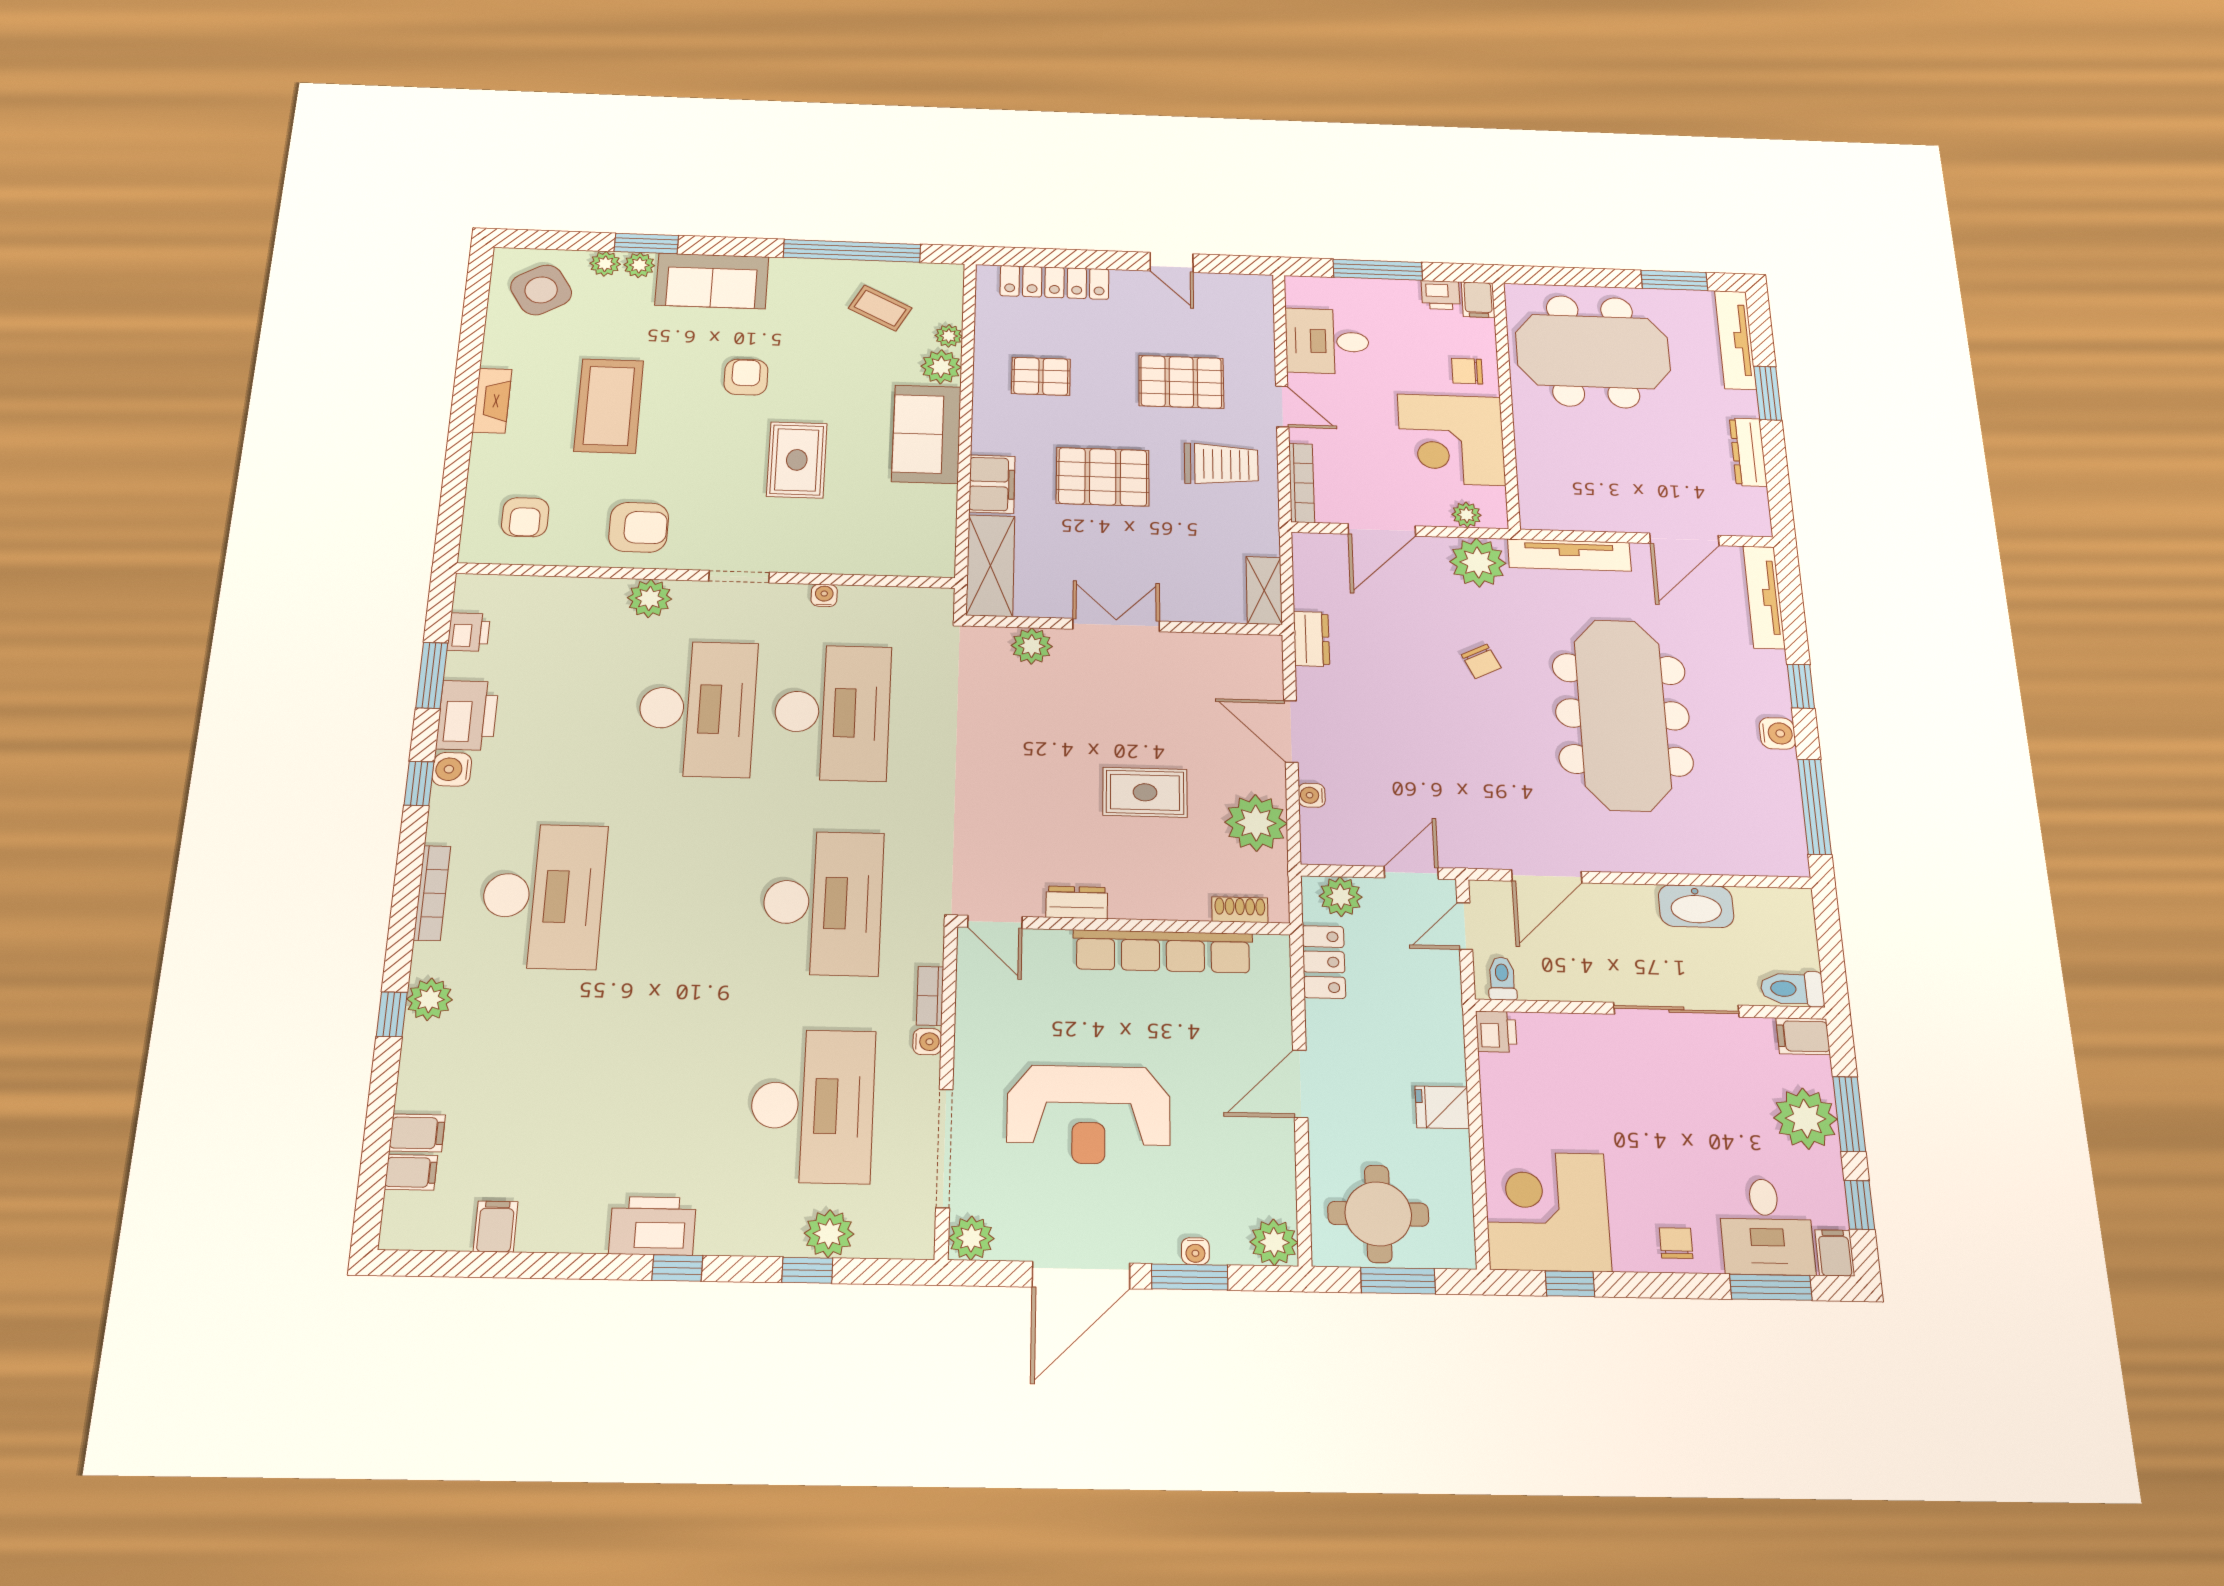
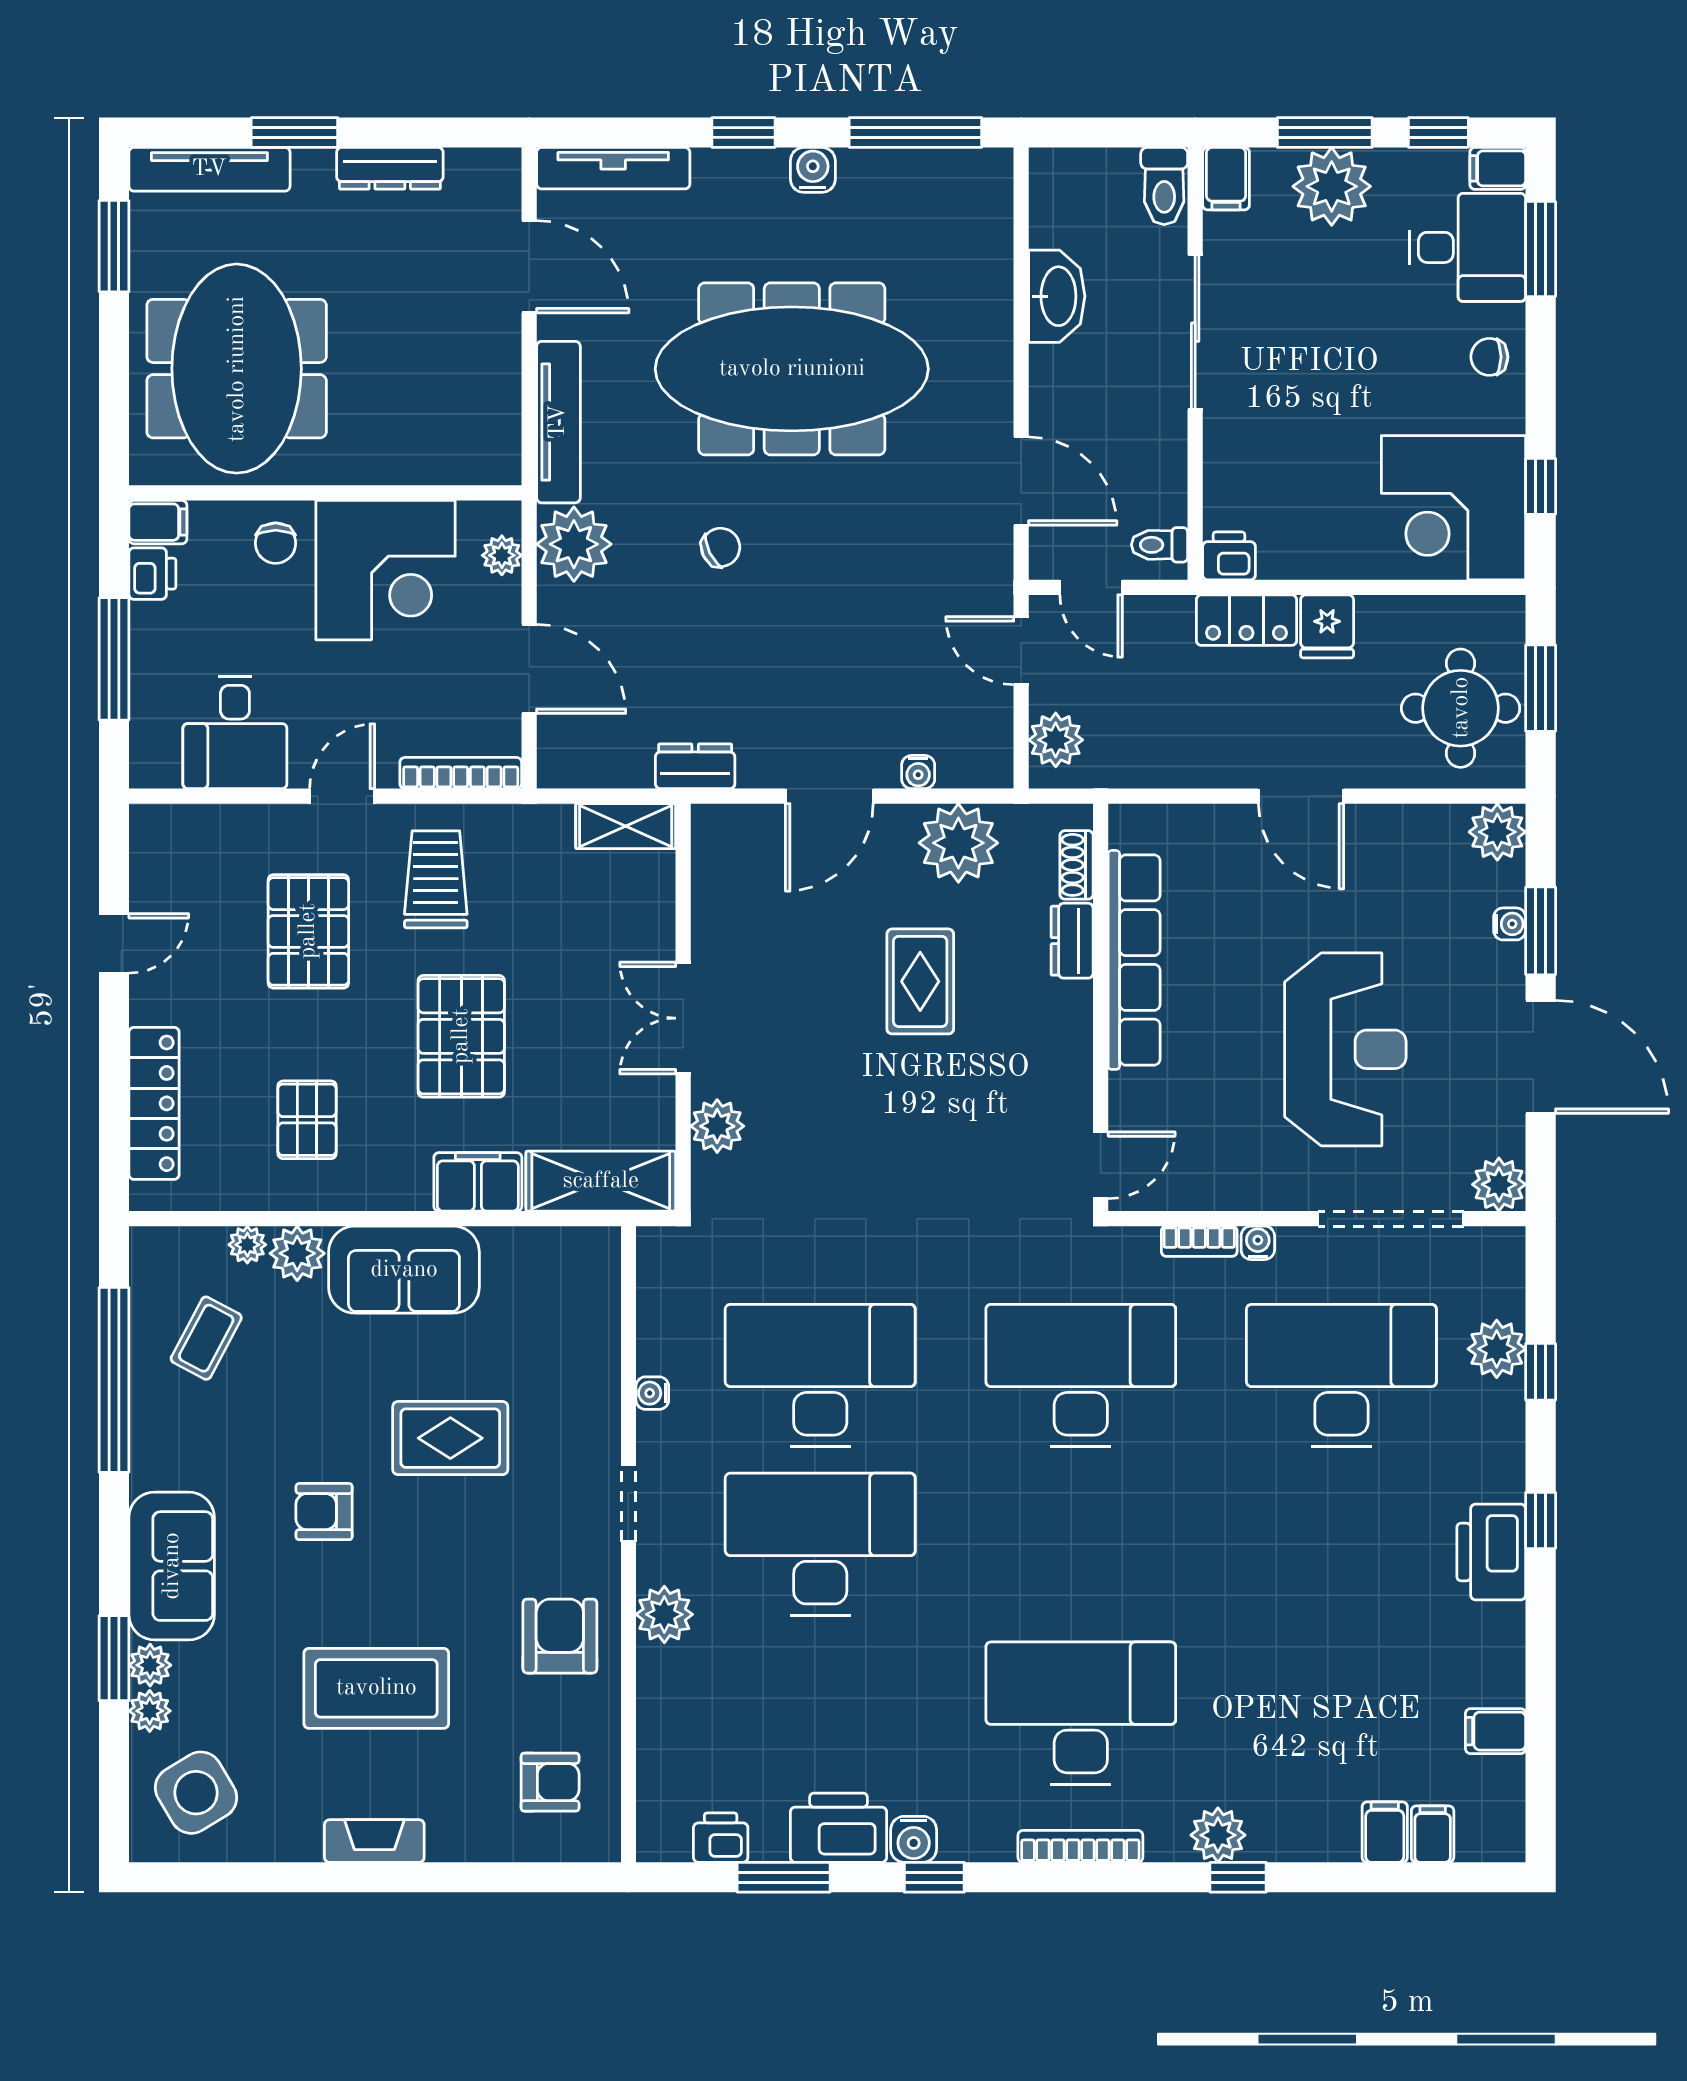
dresser: (1077, 902) -> (1072, 941), moved
locker: (1324, 962) -> (1246, 620), moved, turned 180

